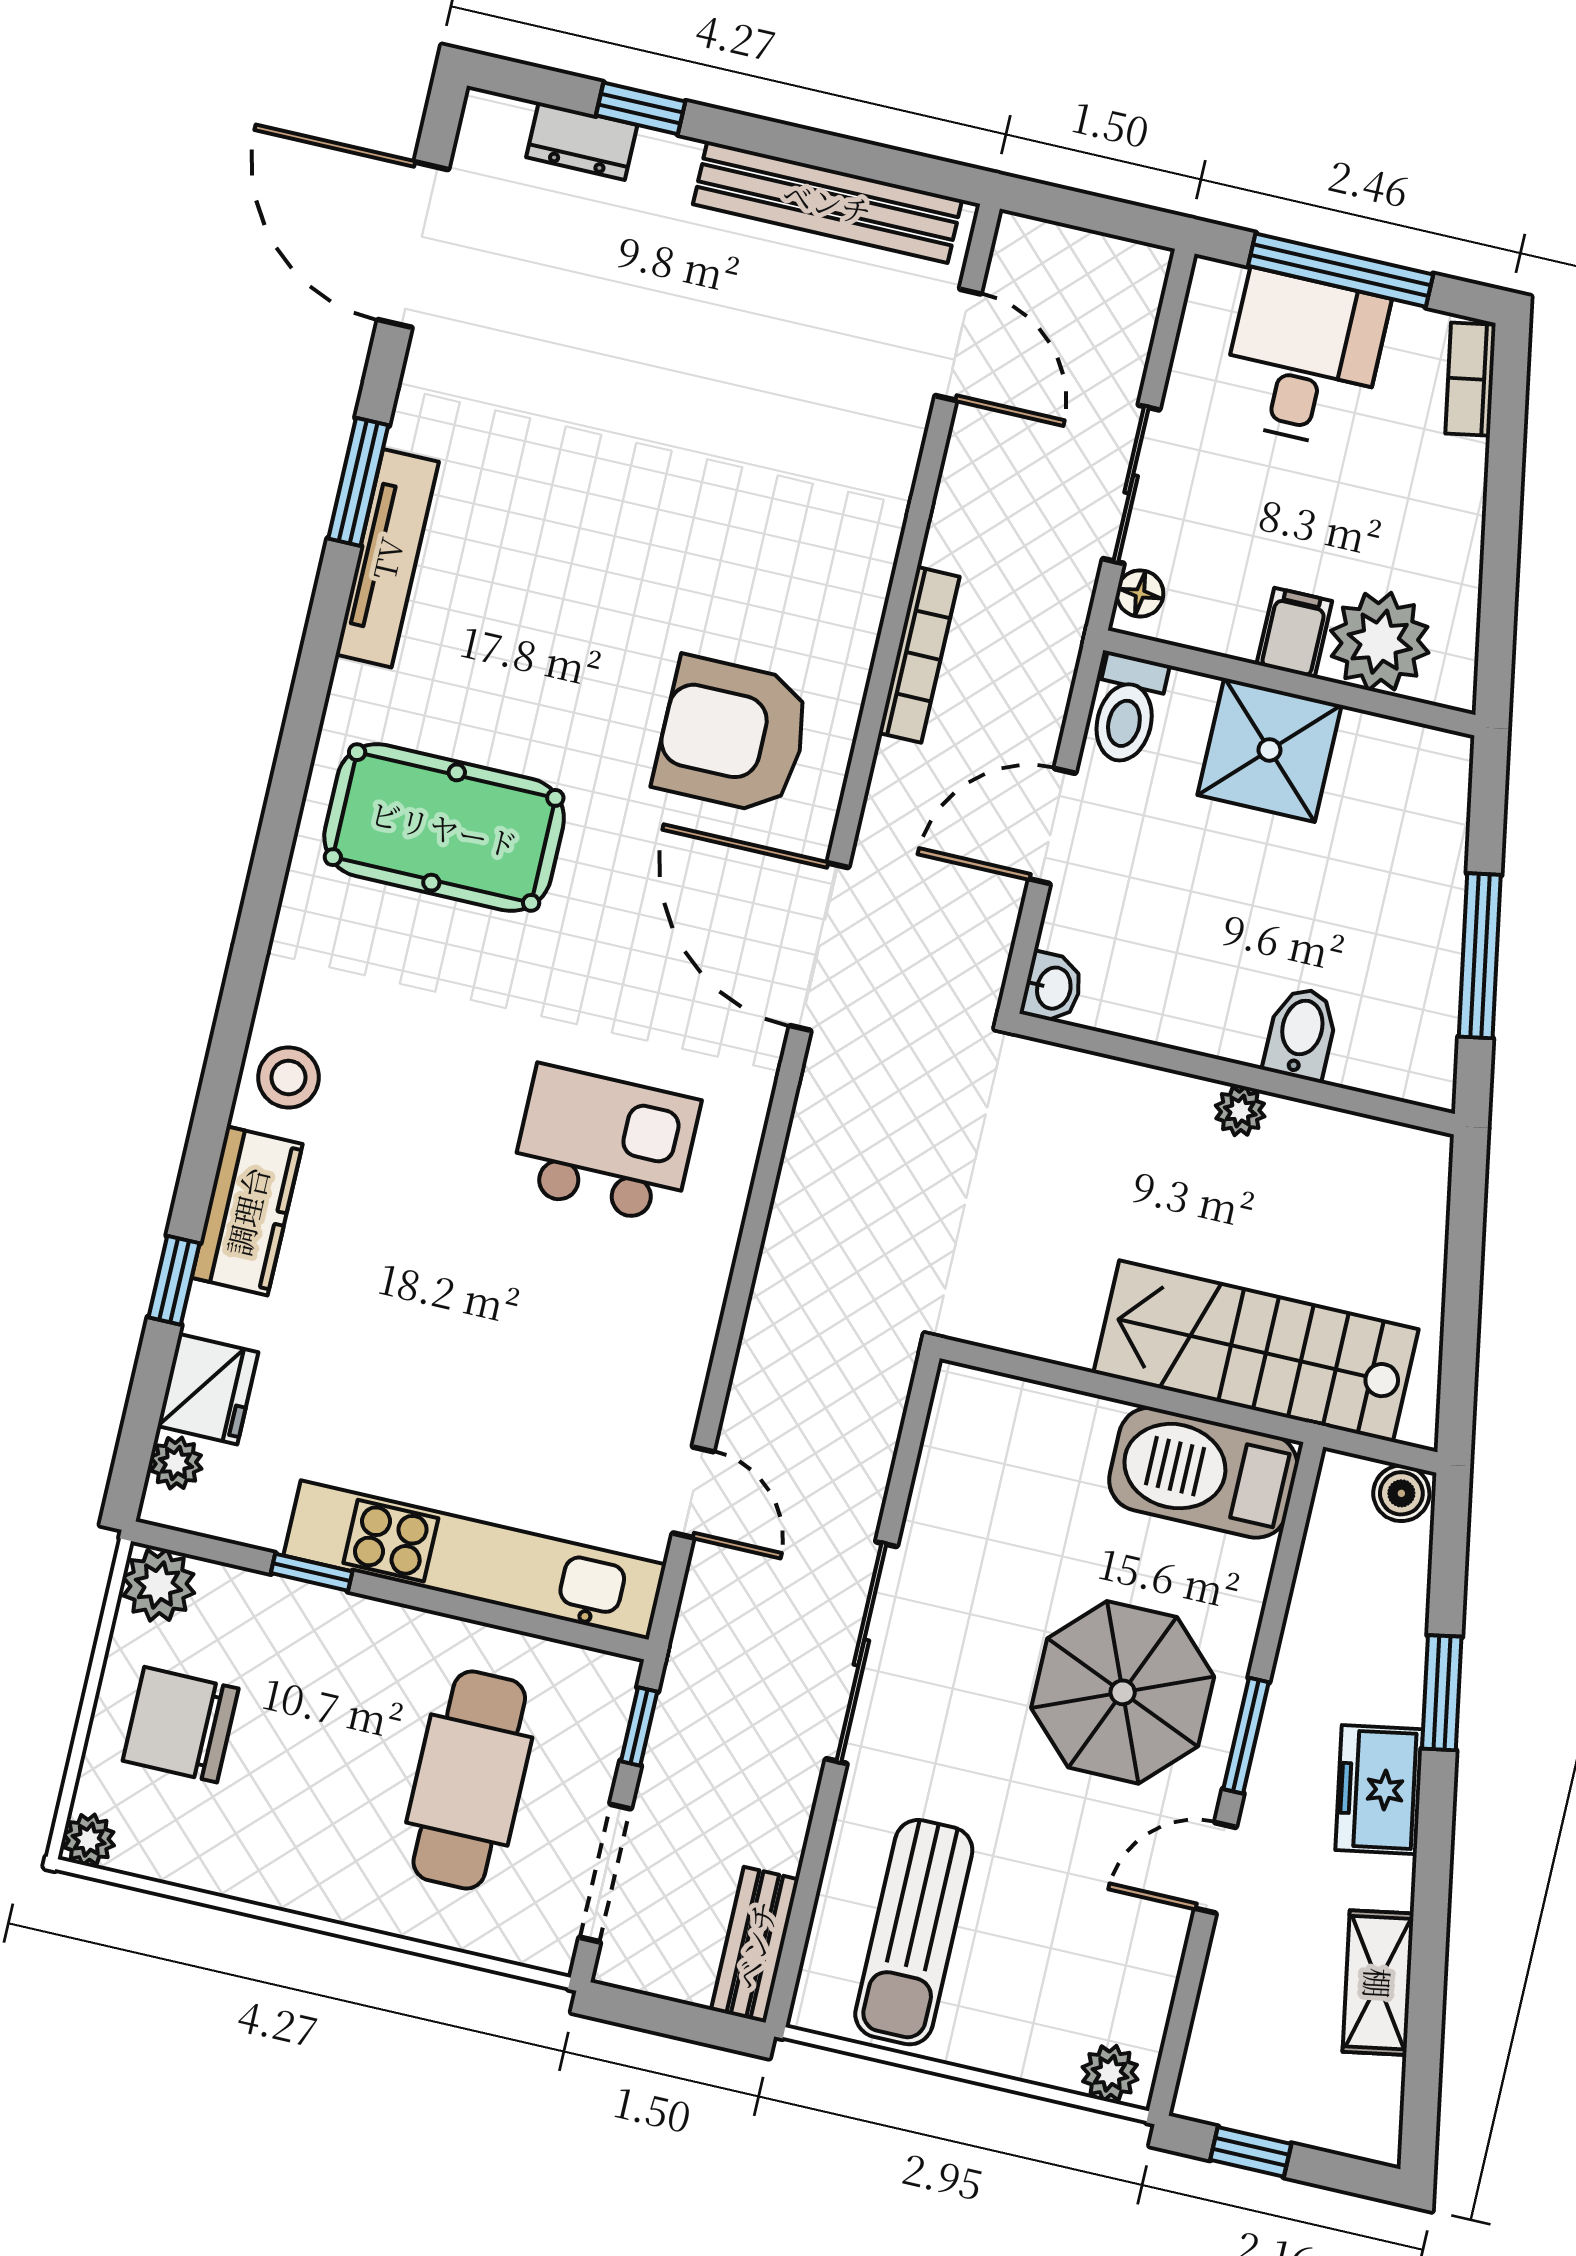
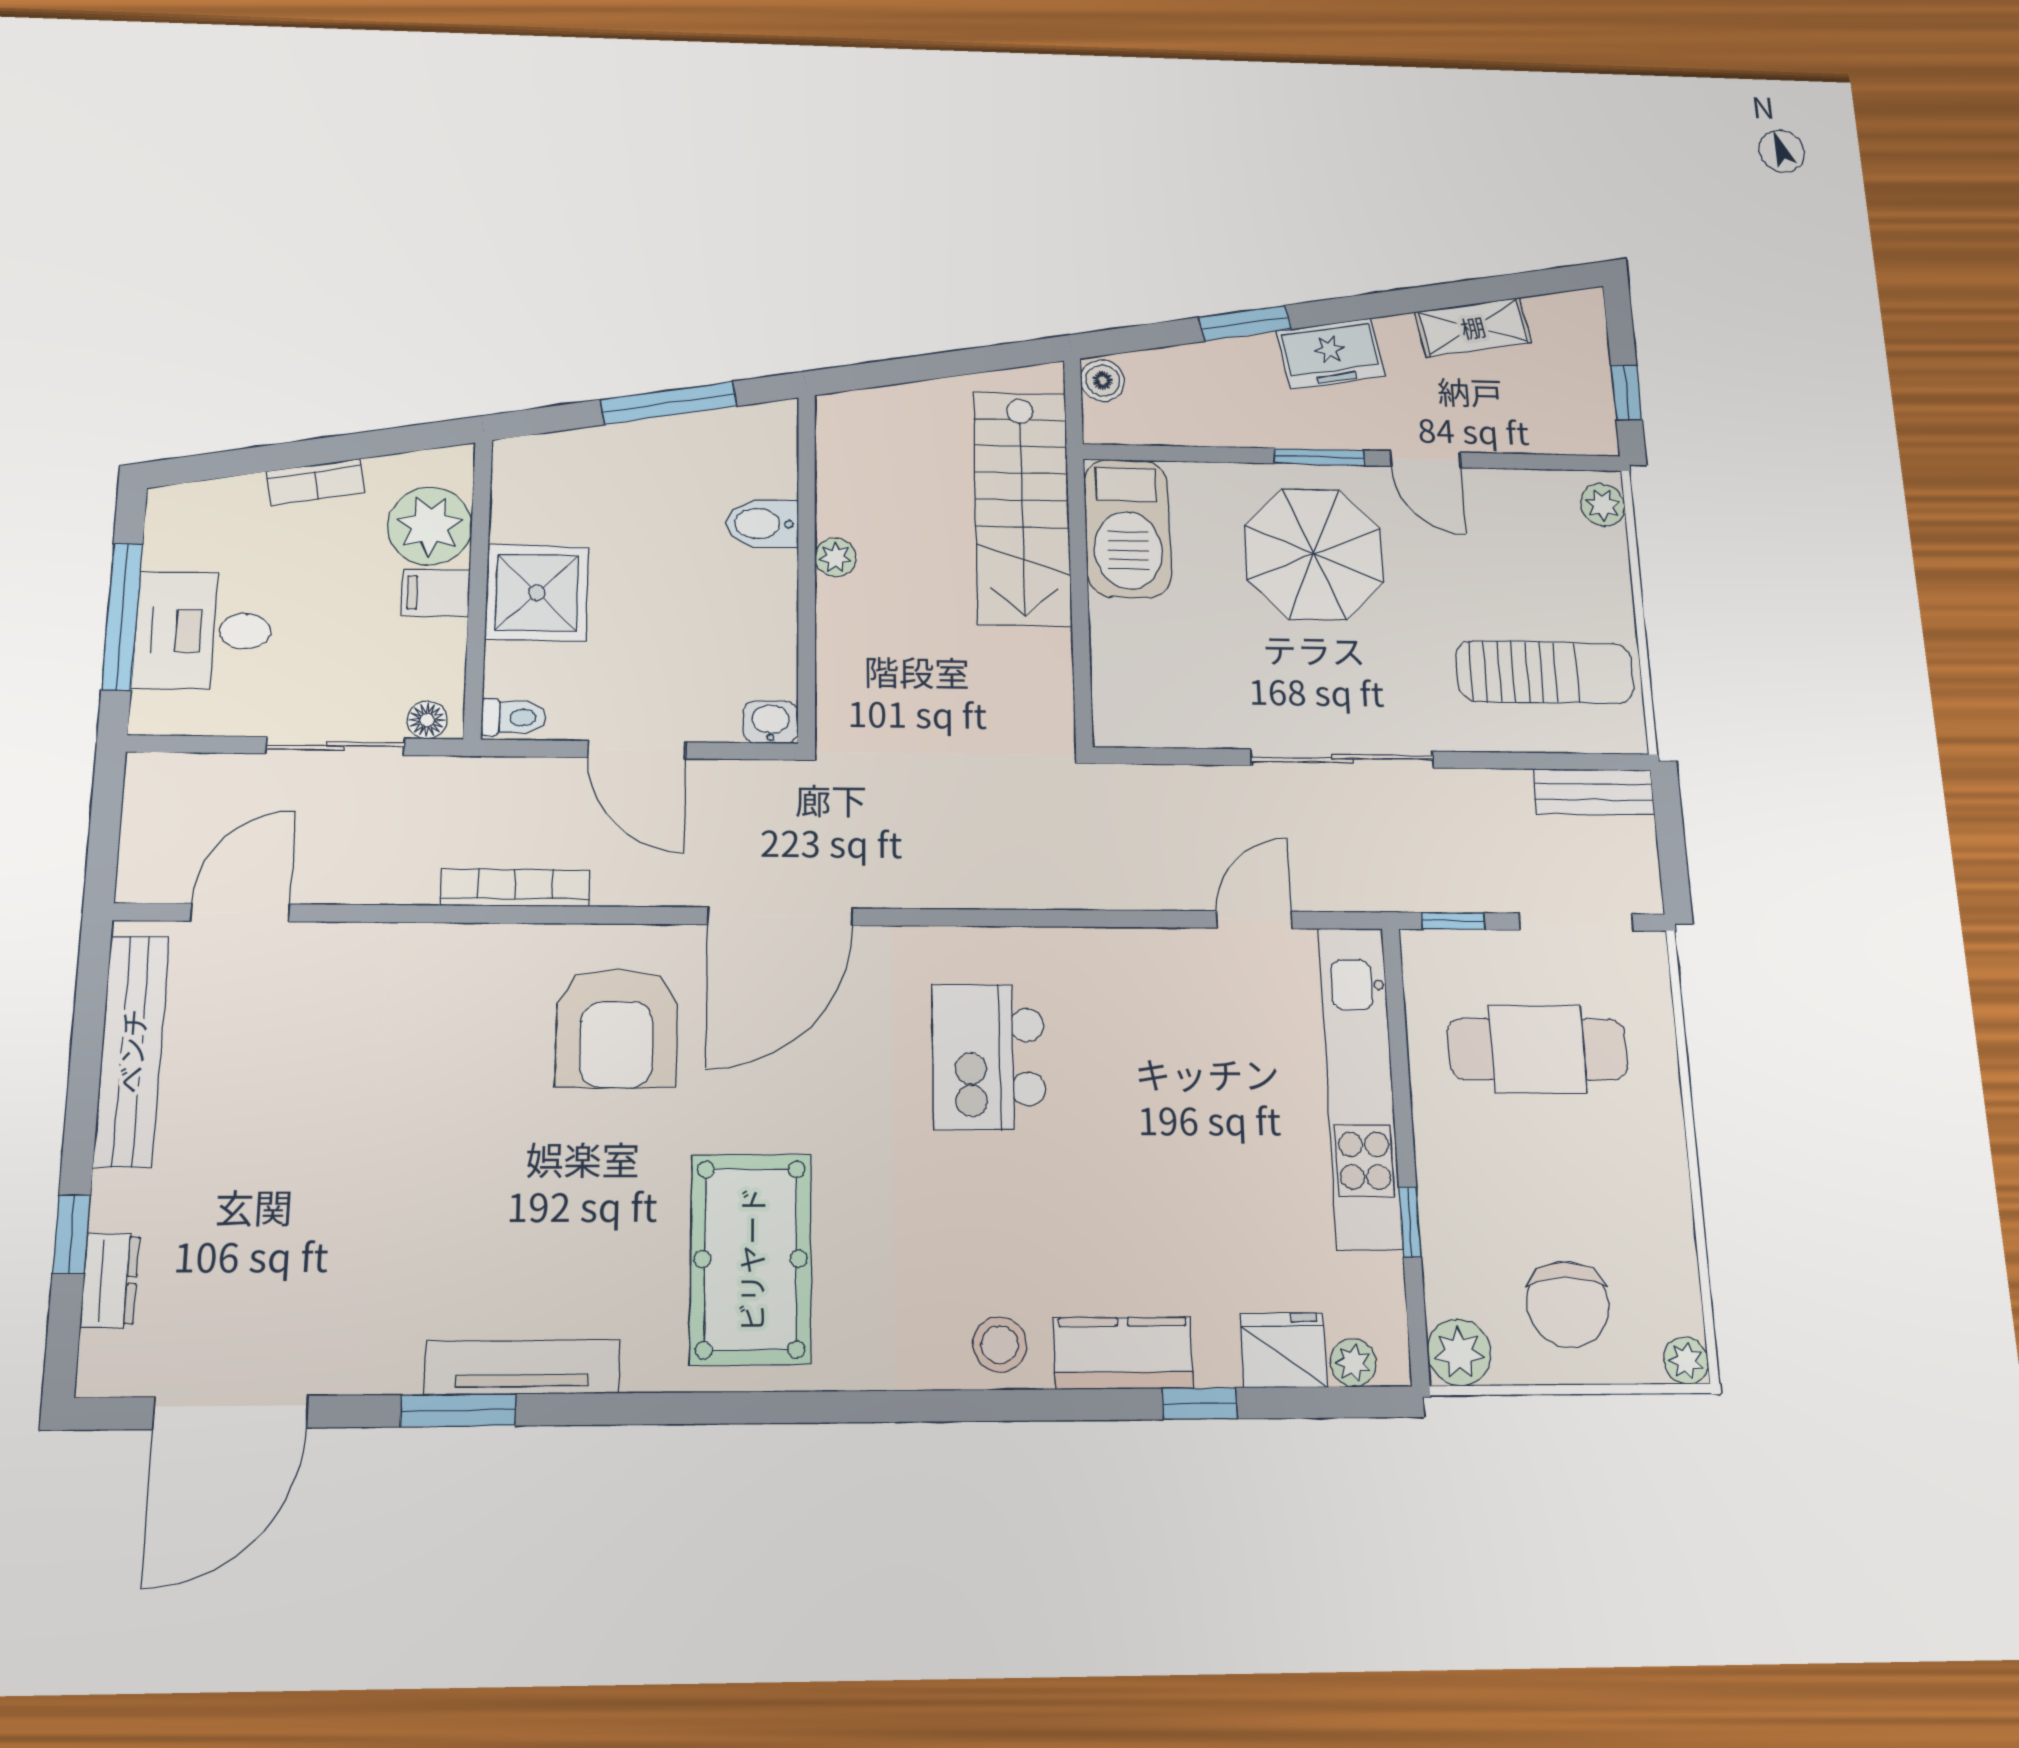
bookcase: (1471, 379) -> (315, 482), moved
toilet: (1127, 709) -> (514, 717), width x0.73, depth x0.72

